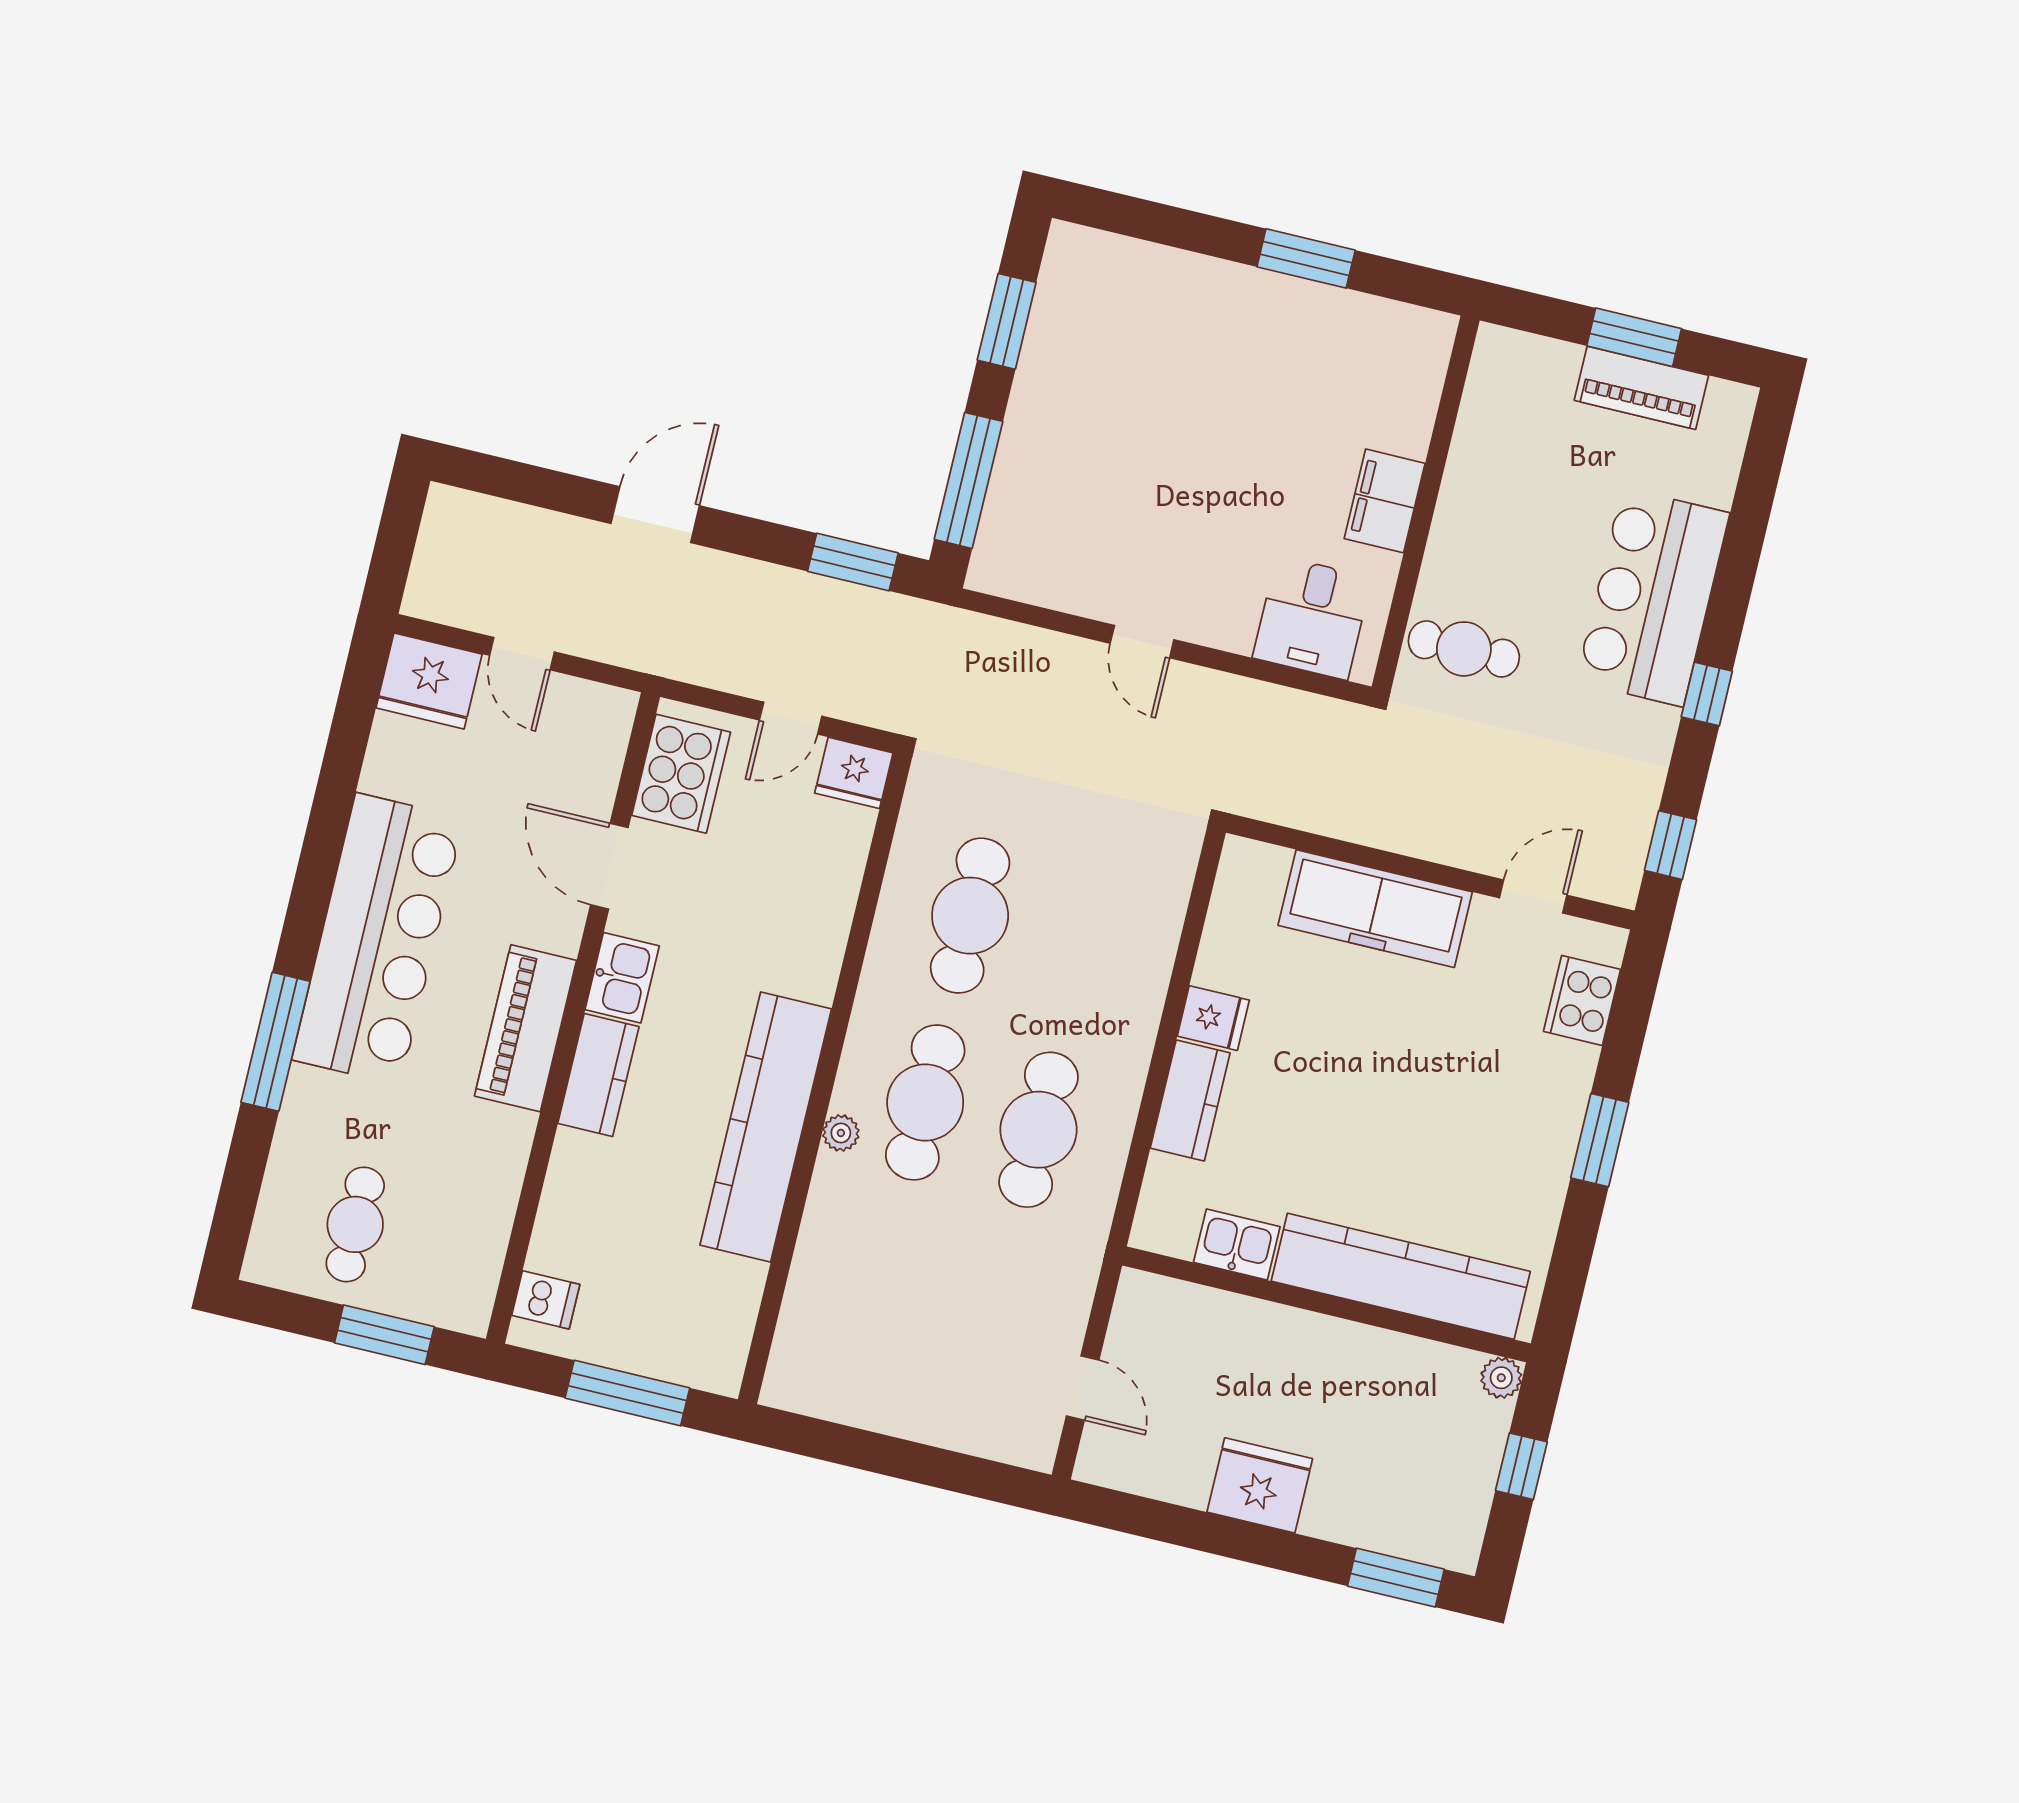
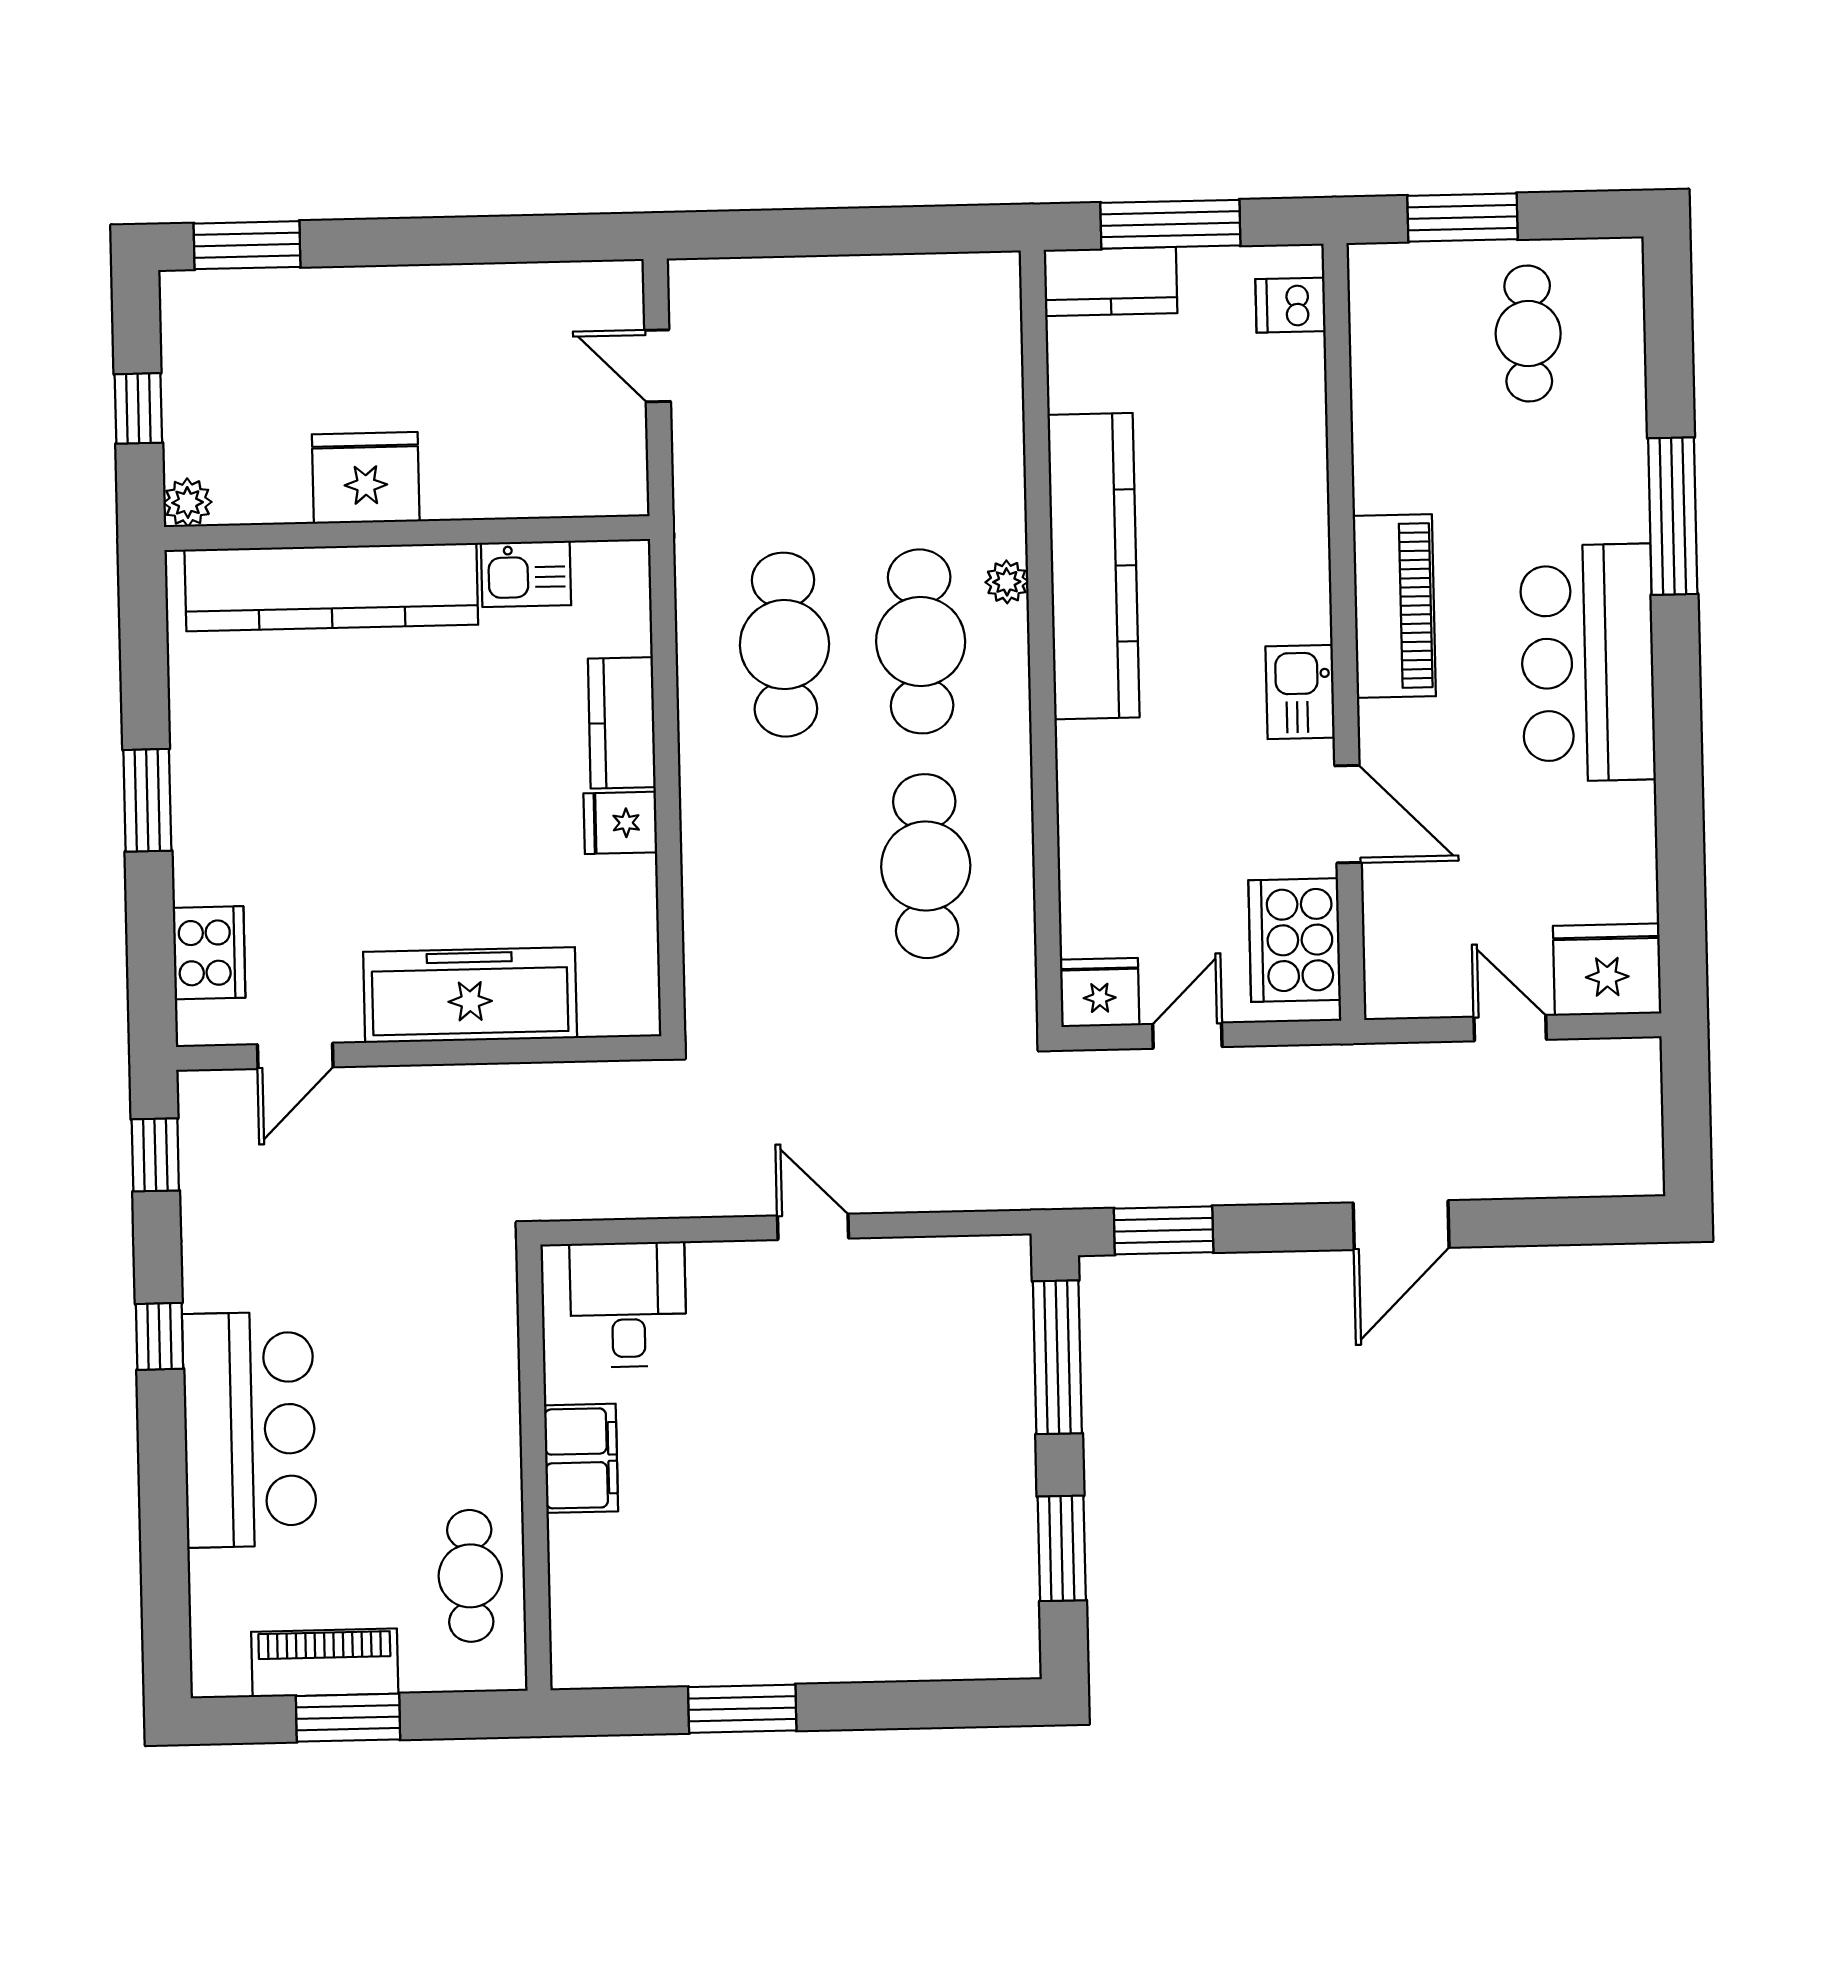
cafe table: (1464, 649) -> (470, 1576), moved, turned 90
bar counter: (378, 939) -> (1588, 663), width x0.73
kitchen counter: (598, 1075) -> (1111, 282), moved, turned -90
fridge: (1260, 1485) -> (366, 478), moved, turned 180

